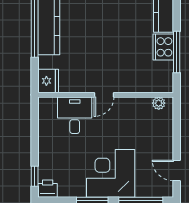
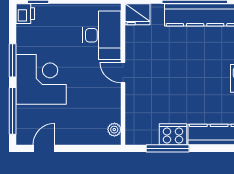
desk: (75, 115) -> (102, 35), width x1.37

